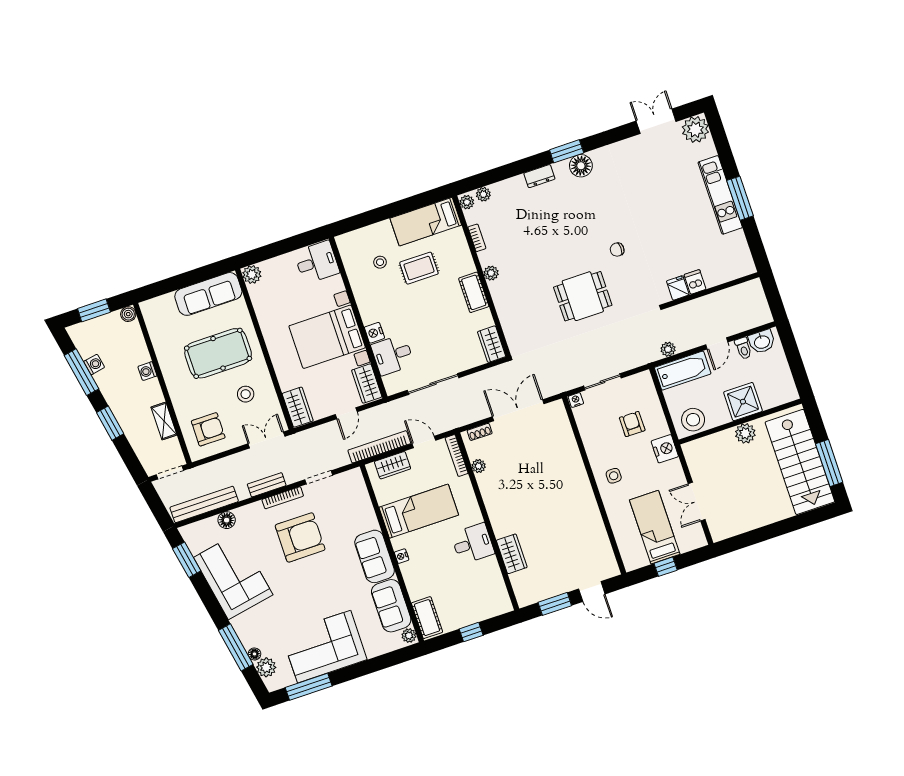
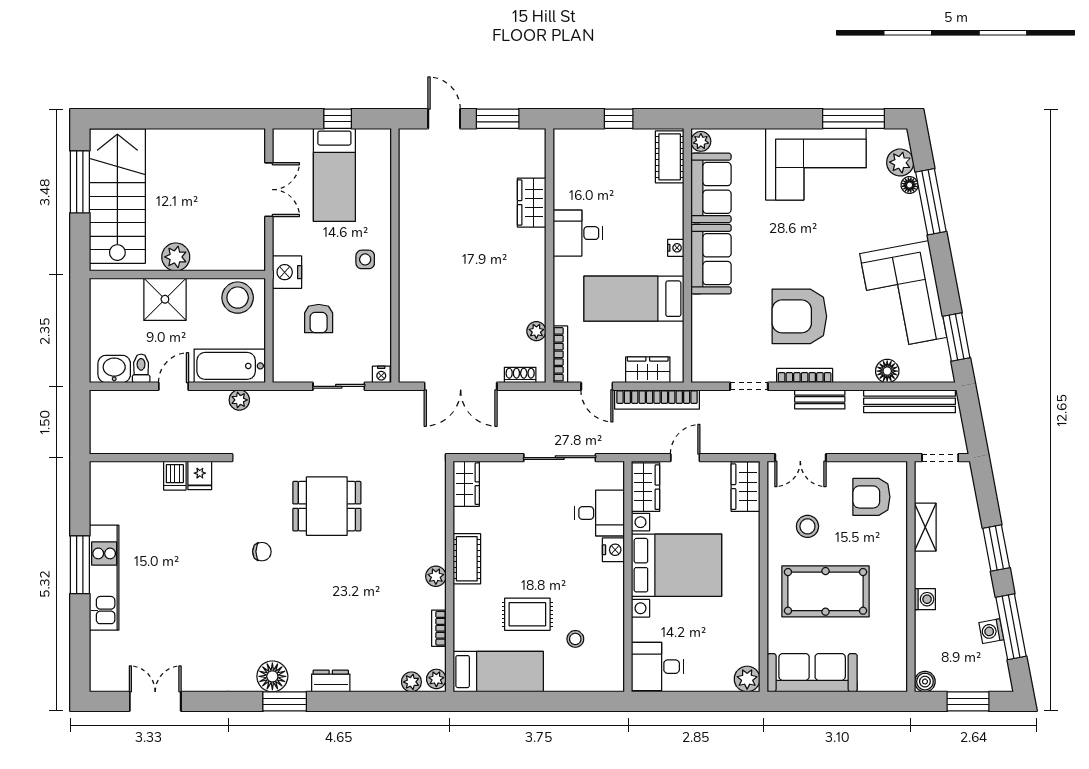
double door: (656, 121) -> (155, 701), swing flipped
plant: (695, 129) -> (108, 673), removed

